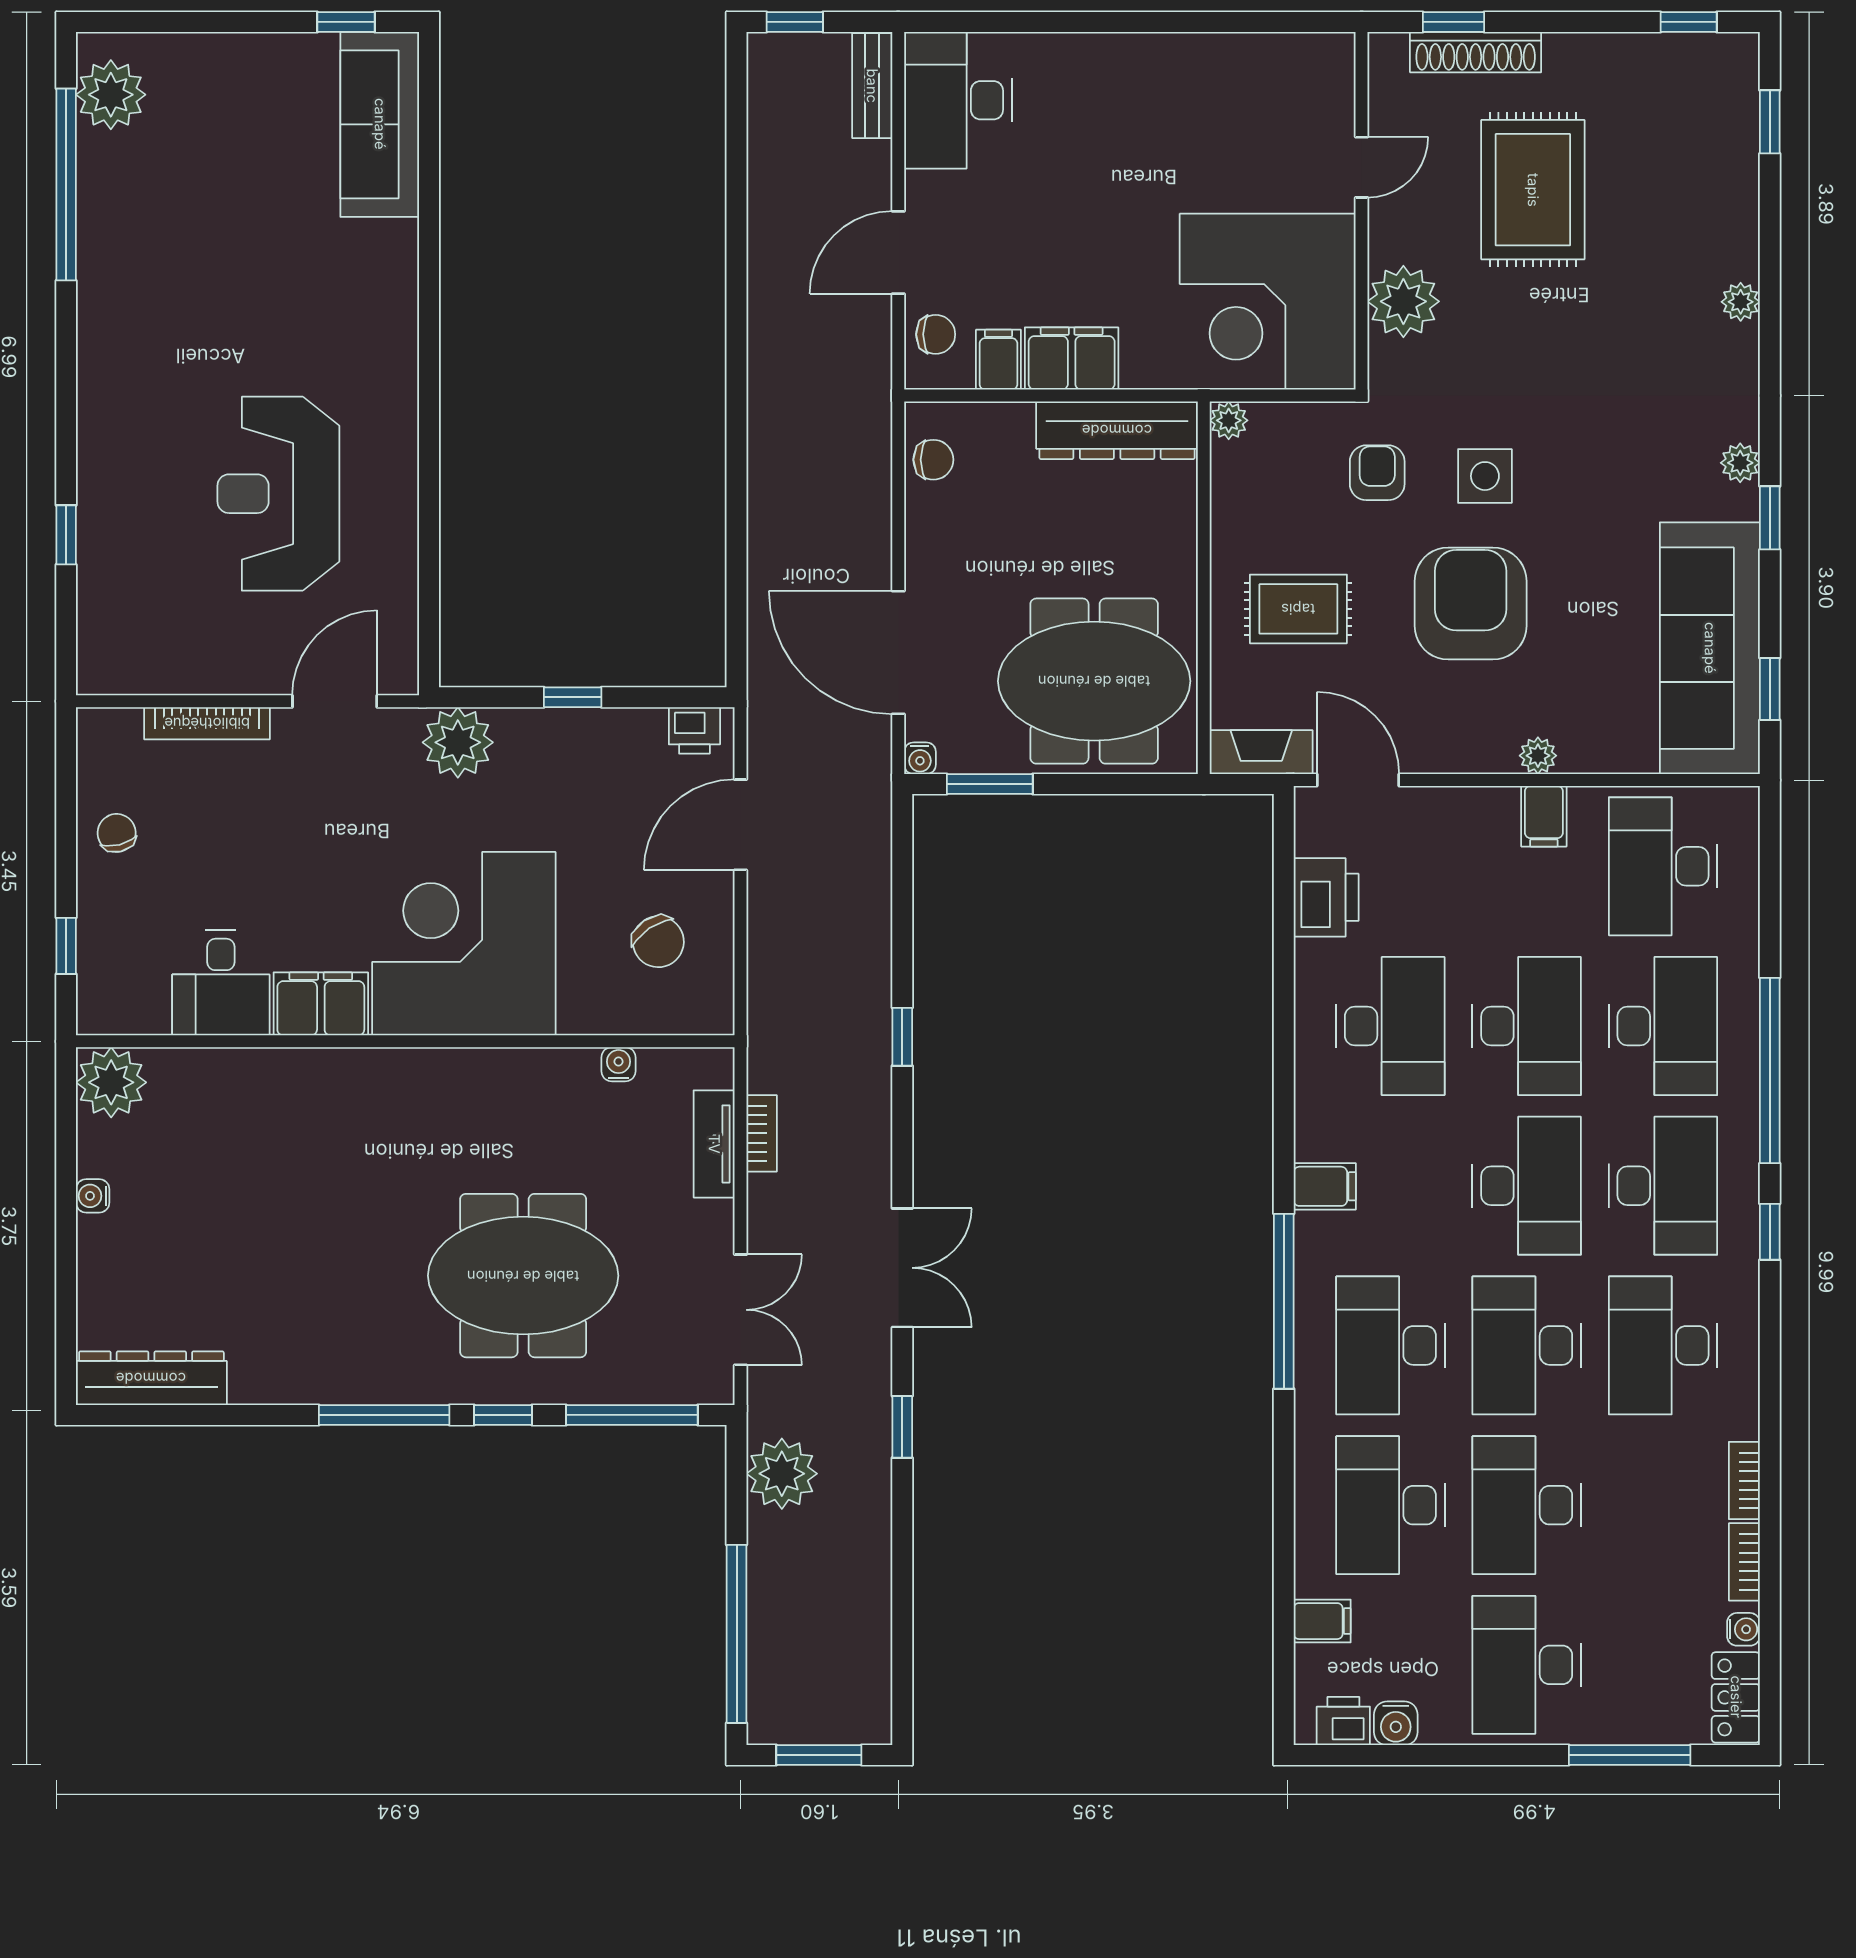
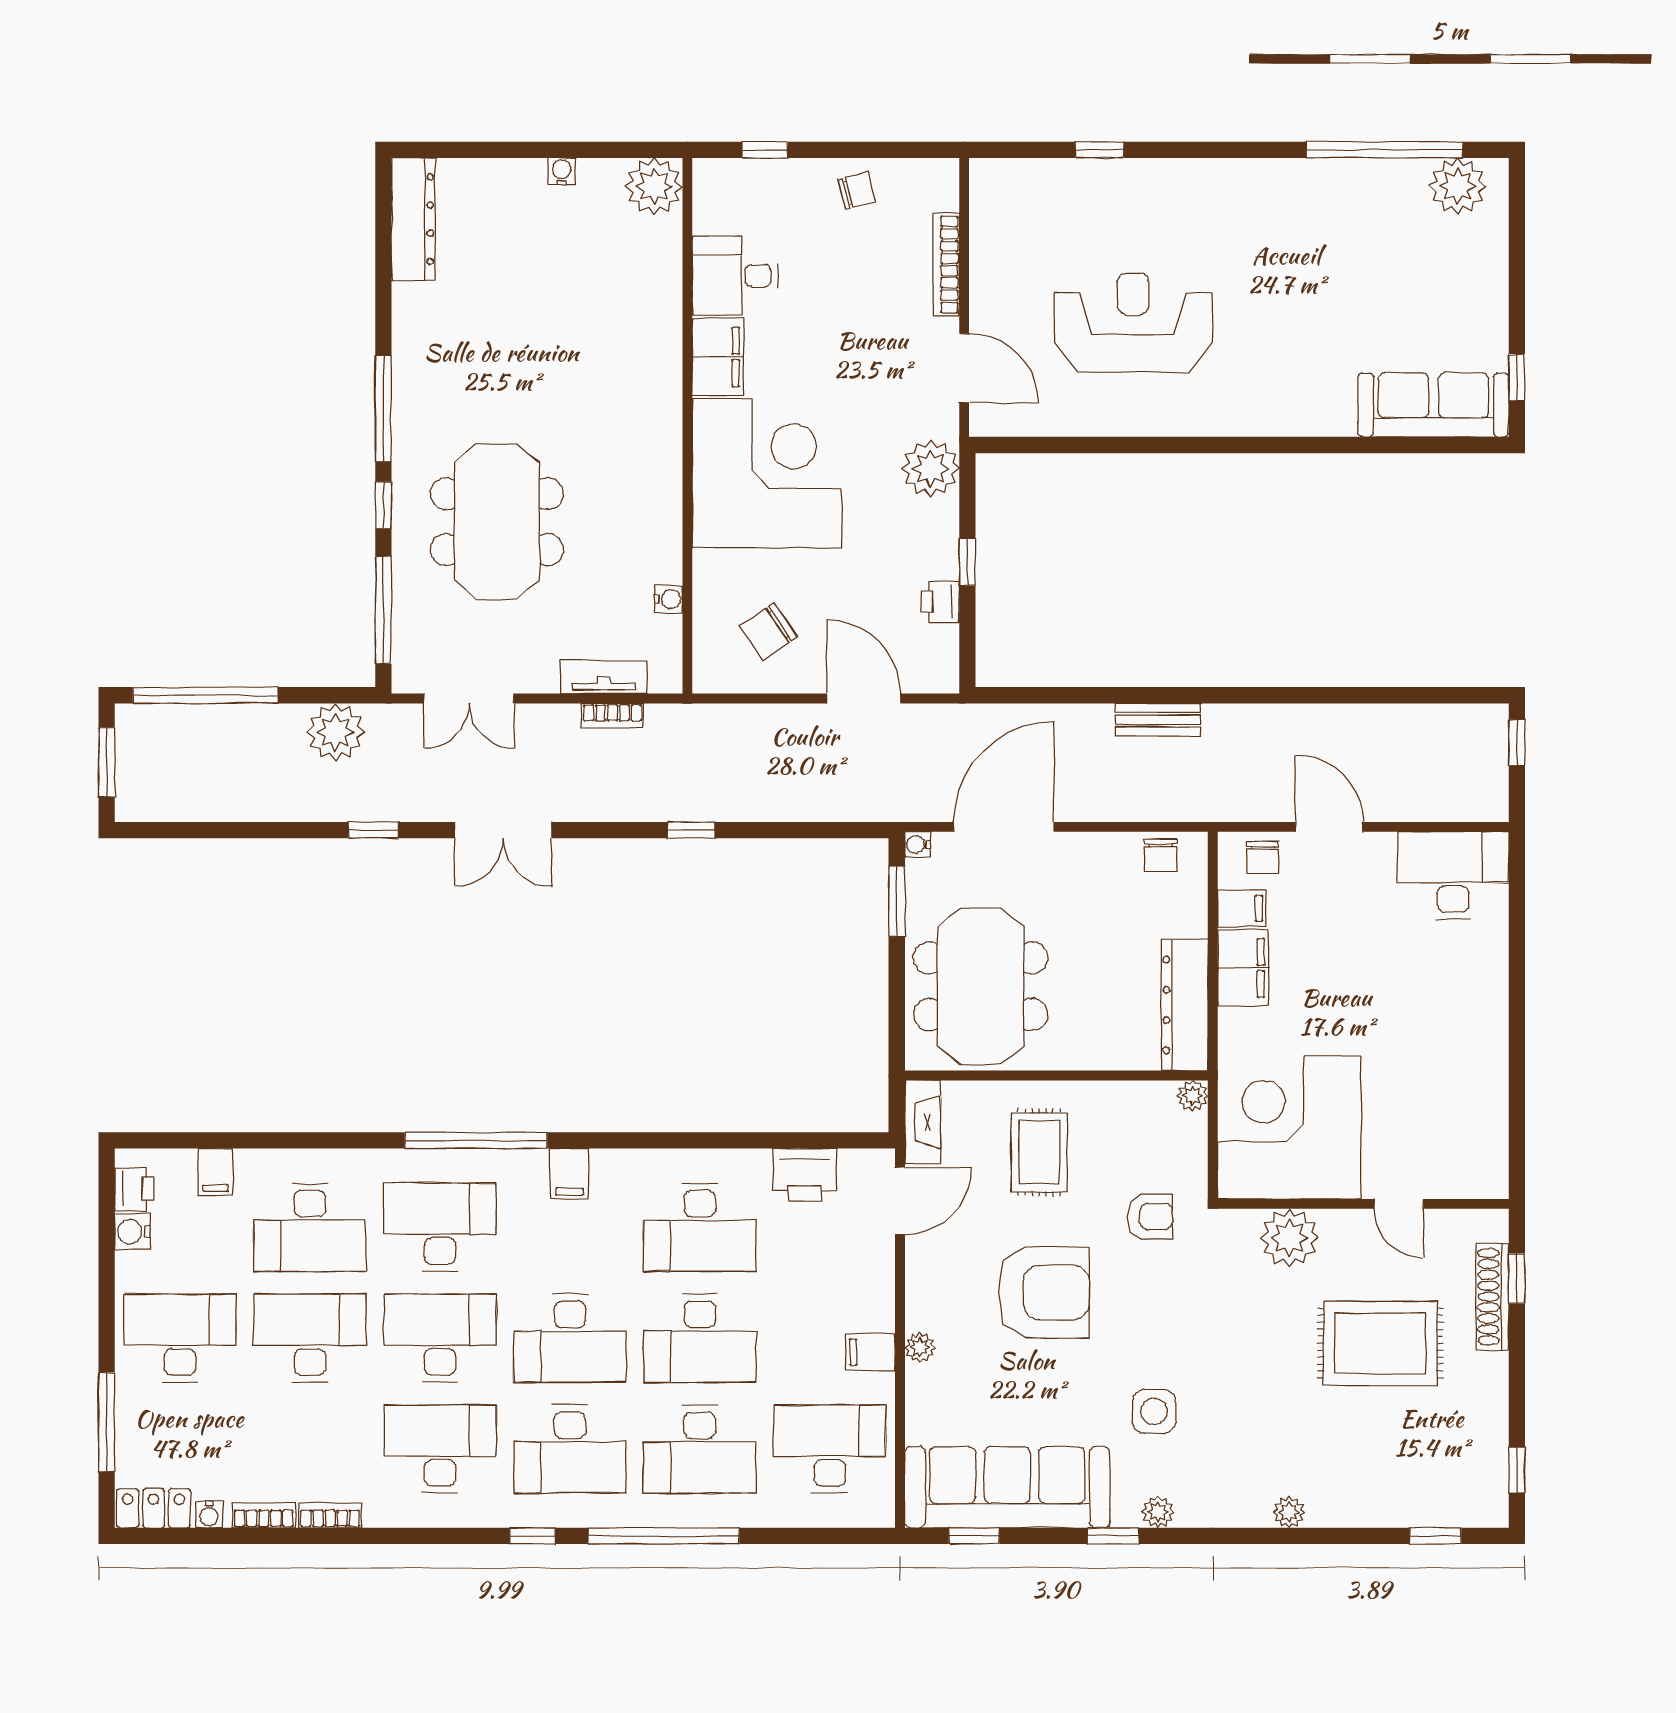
bench: (872, 86) -> (1158, 720), moved
side table: (1485, 476) -> (1154, 1411), moved
printer: (694, 730) -> (940, 602), moved
desk: (1390, 1505) -> (310, 1227), turned 180

